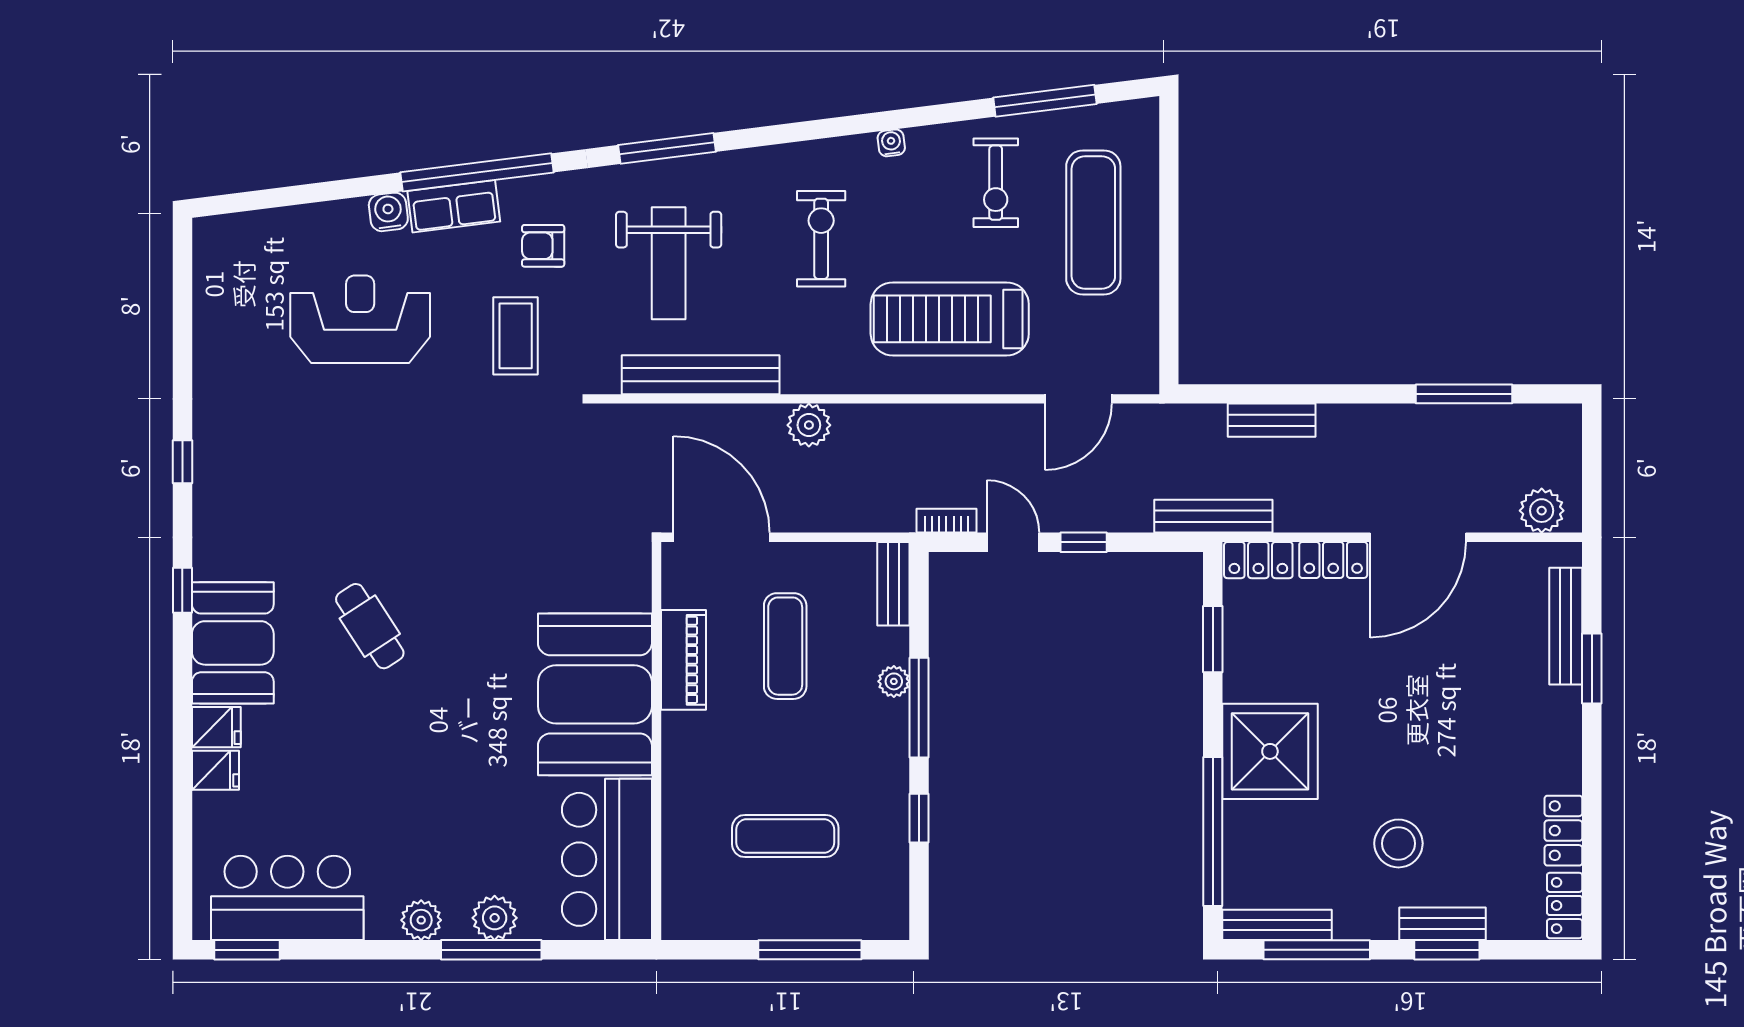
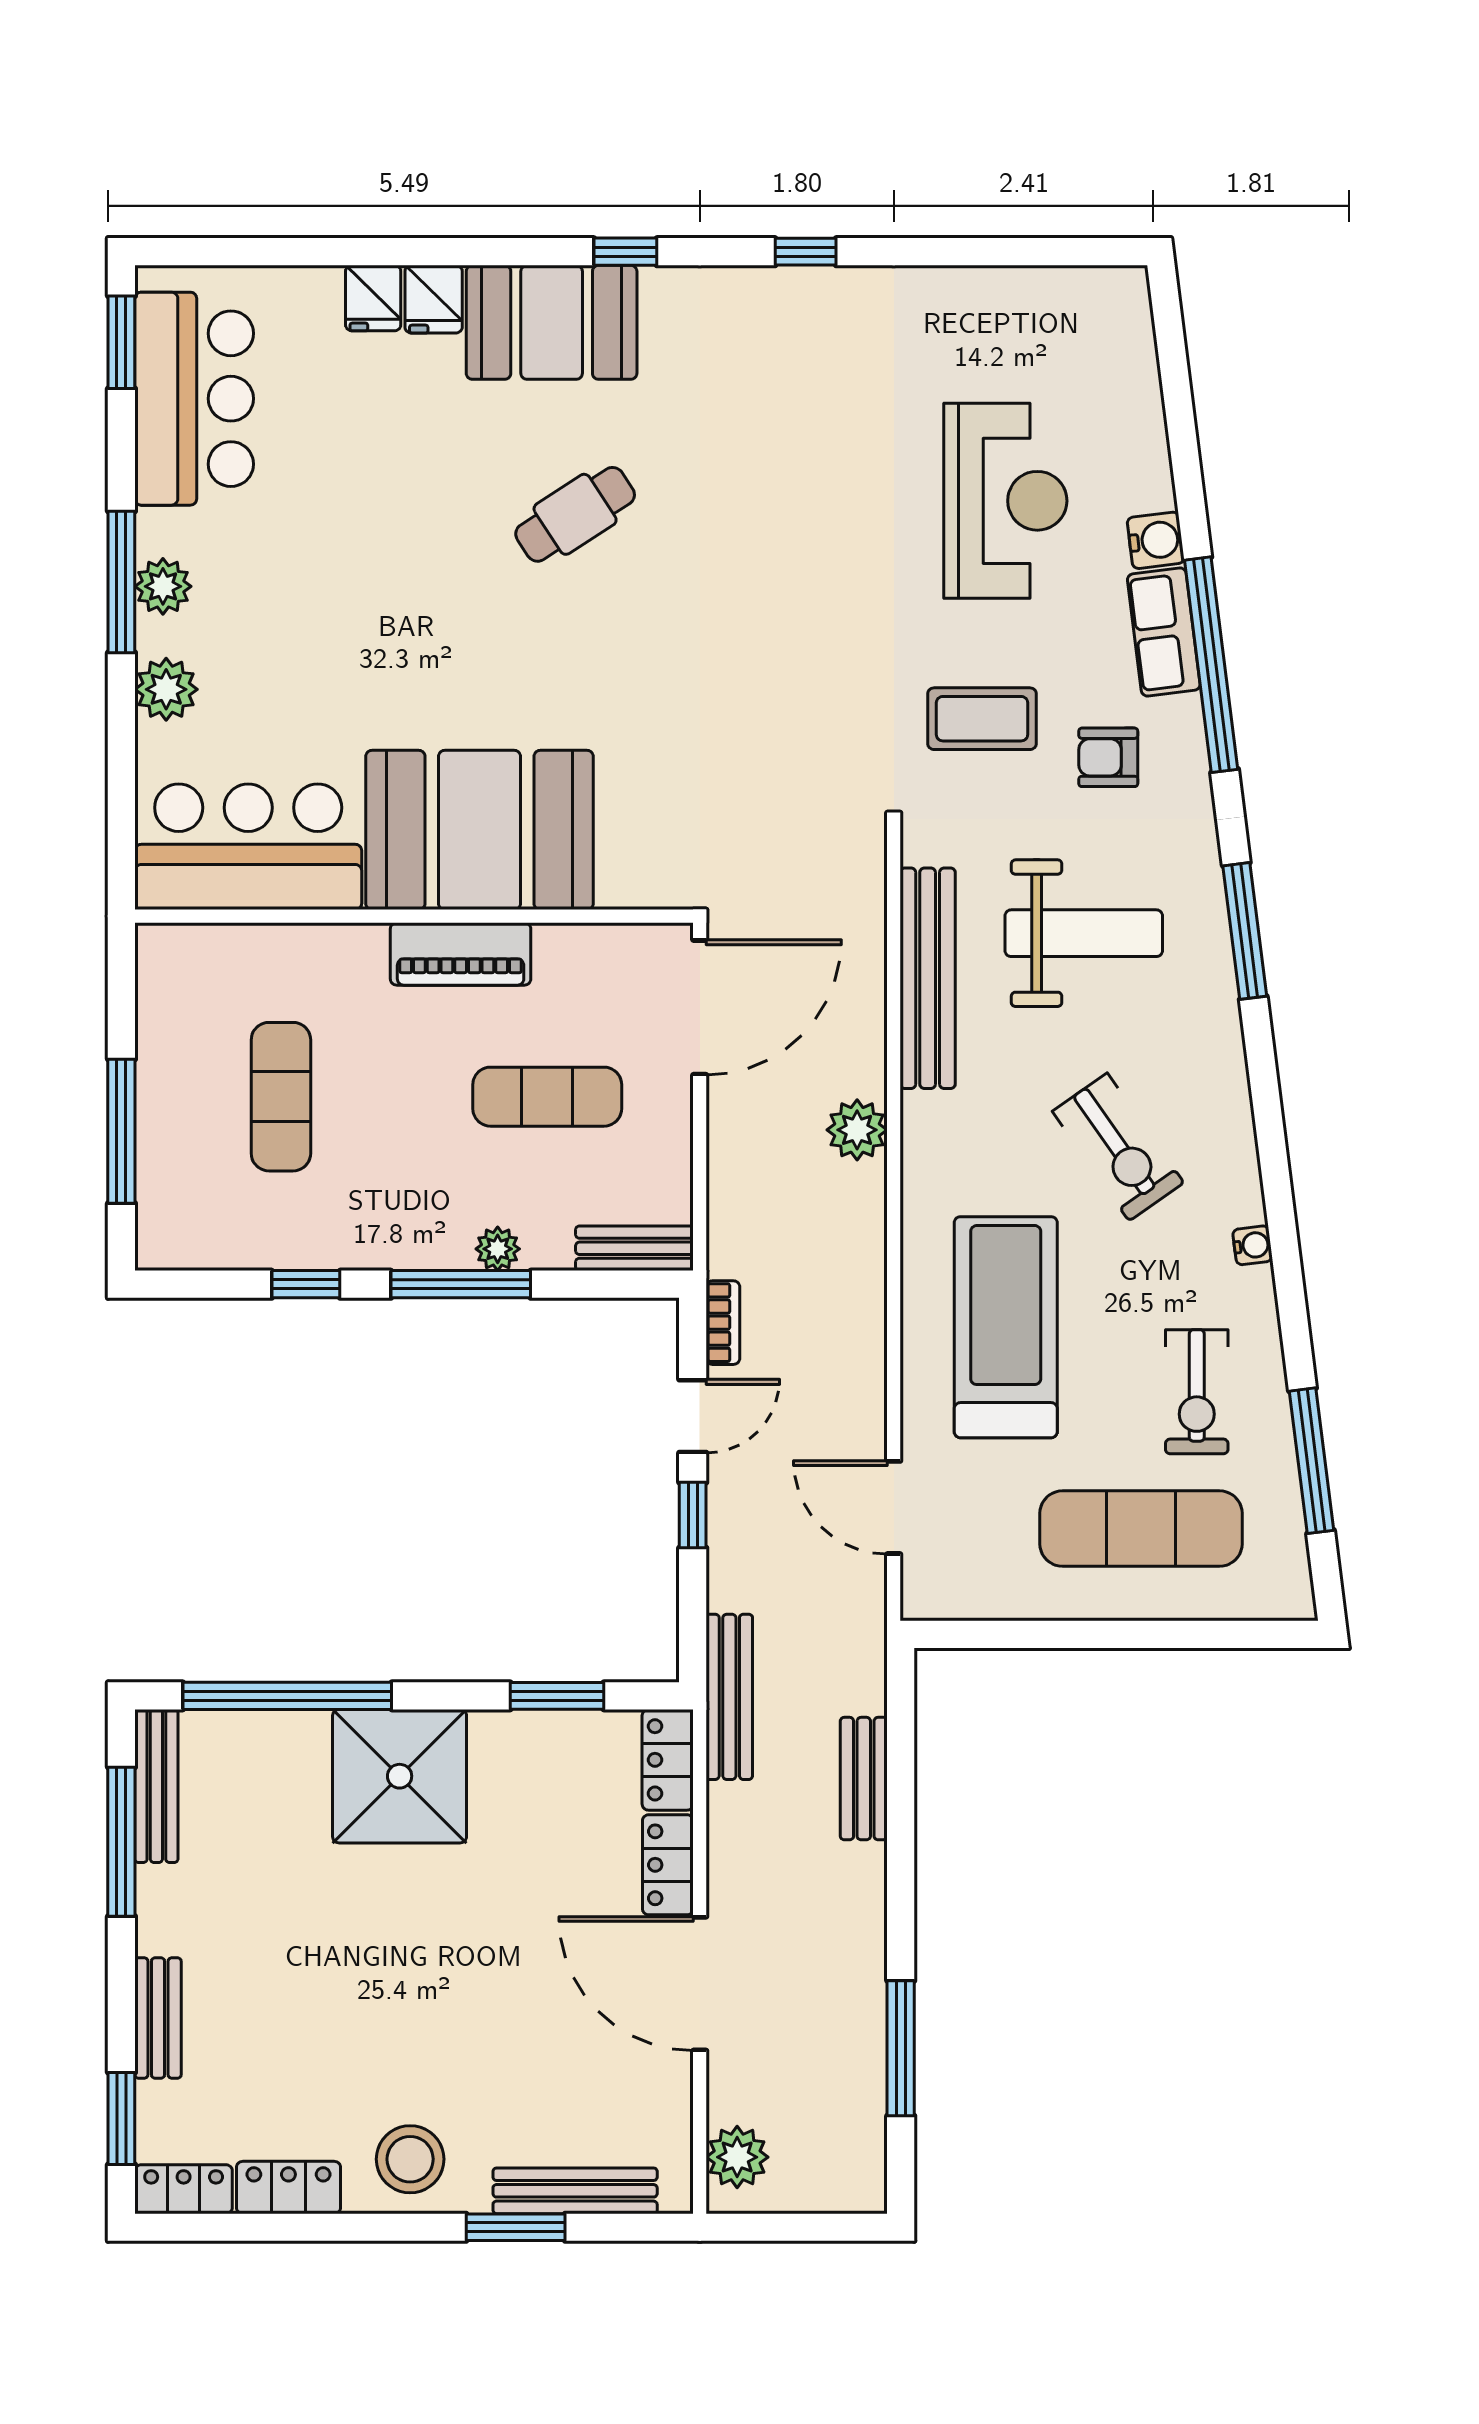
exercise bike: (996, 183) -> (1197, 1392), turned -90
exercise bike: (821, 239) -> (1118, 1147), turned 55
armchair: (543, 246) -> (1108, 757), turned -90
weight bench: (669, 263) -> (1084, 933), turned 180
piano: (683, 660) -> (461, 954), moved
stool: (1398, 843) -> (410, 2159), moved
window: (491, 950) -> (121, 582), moved
window: (1447, 950) -> (121, 2118), moved

